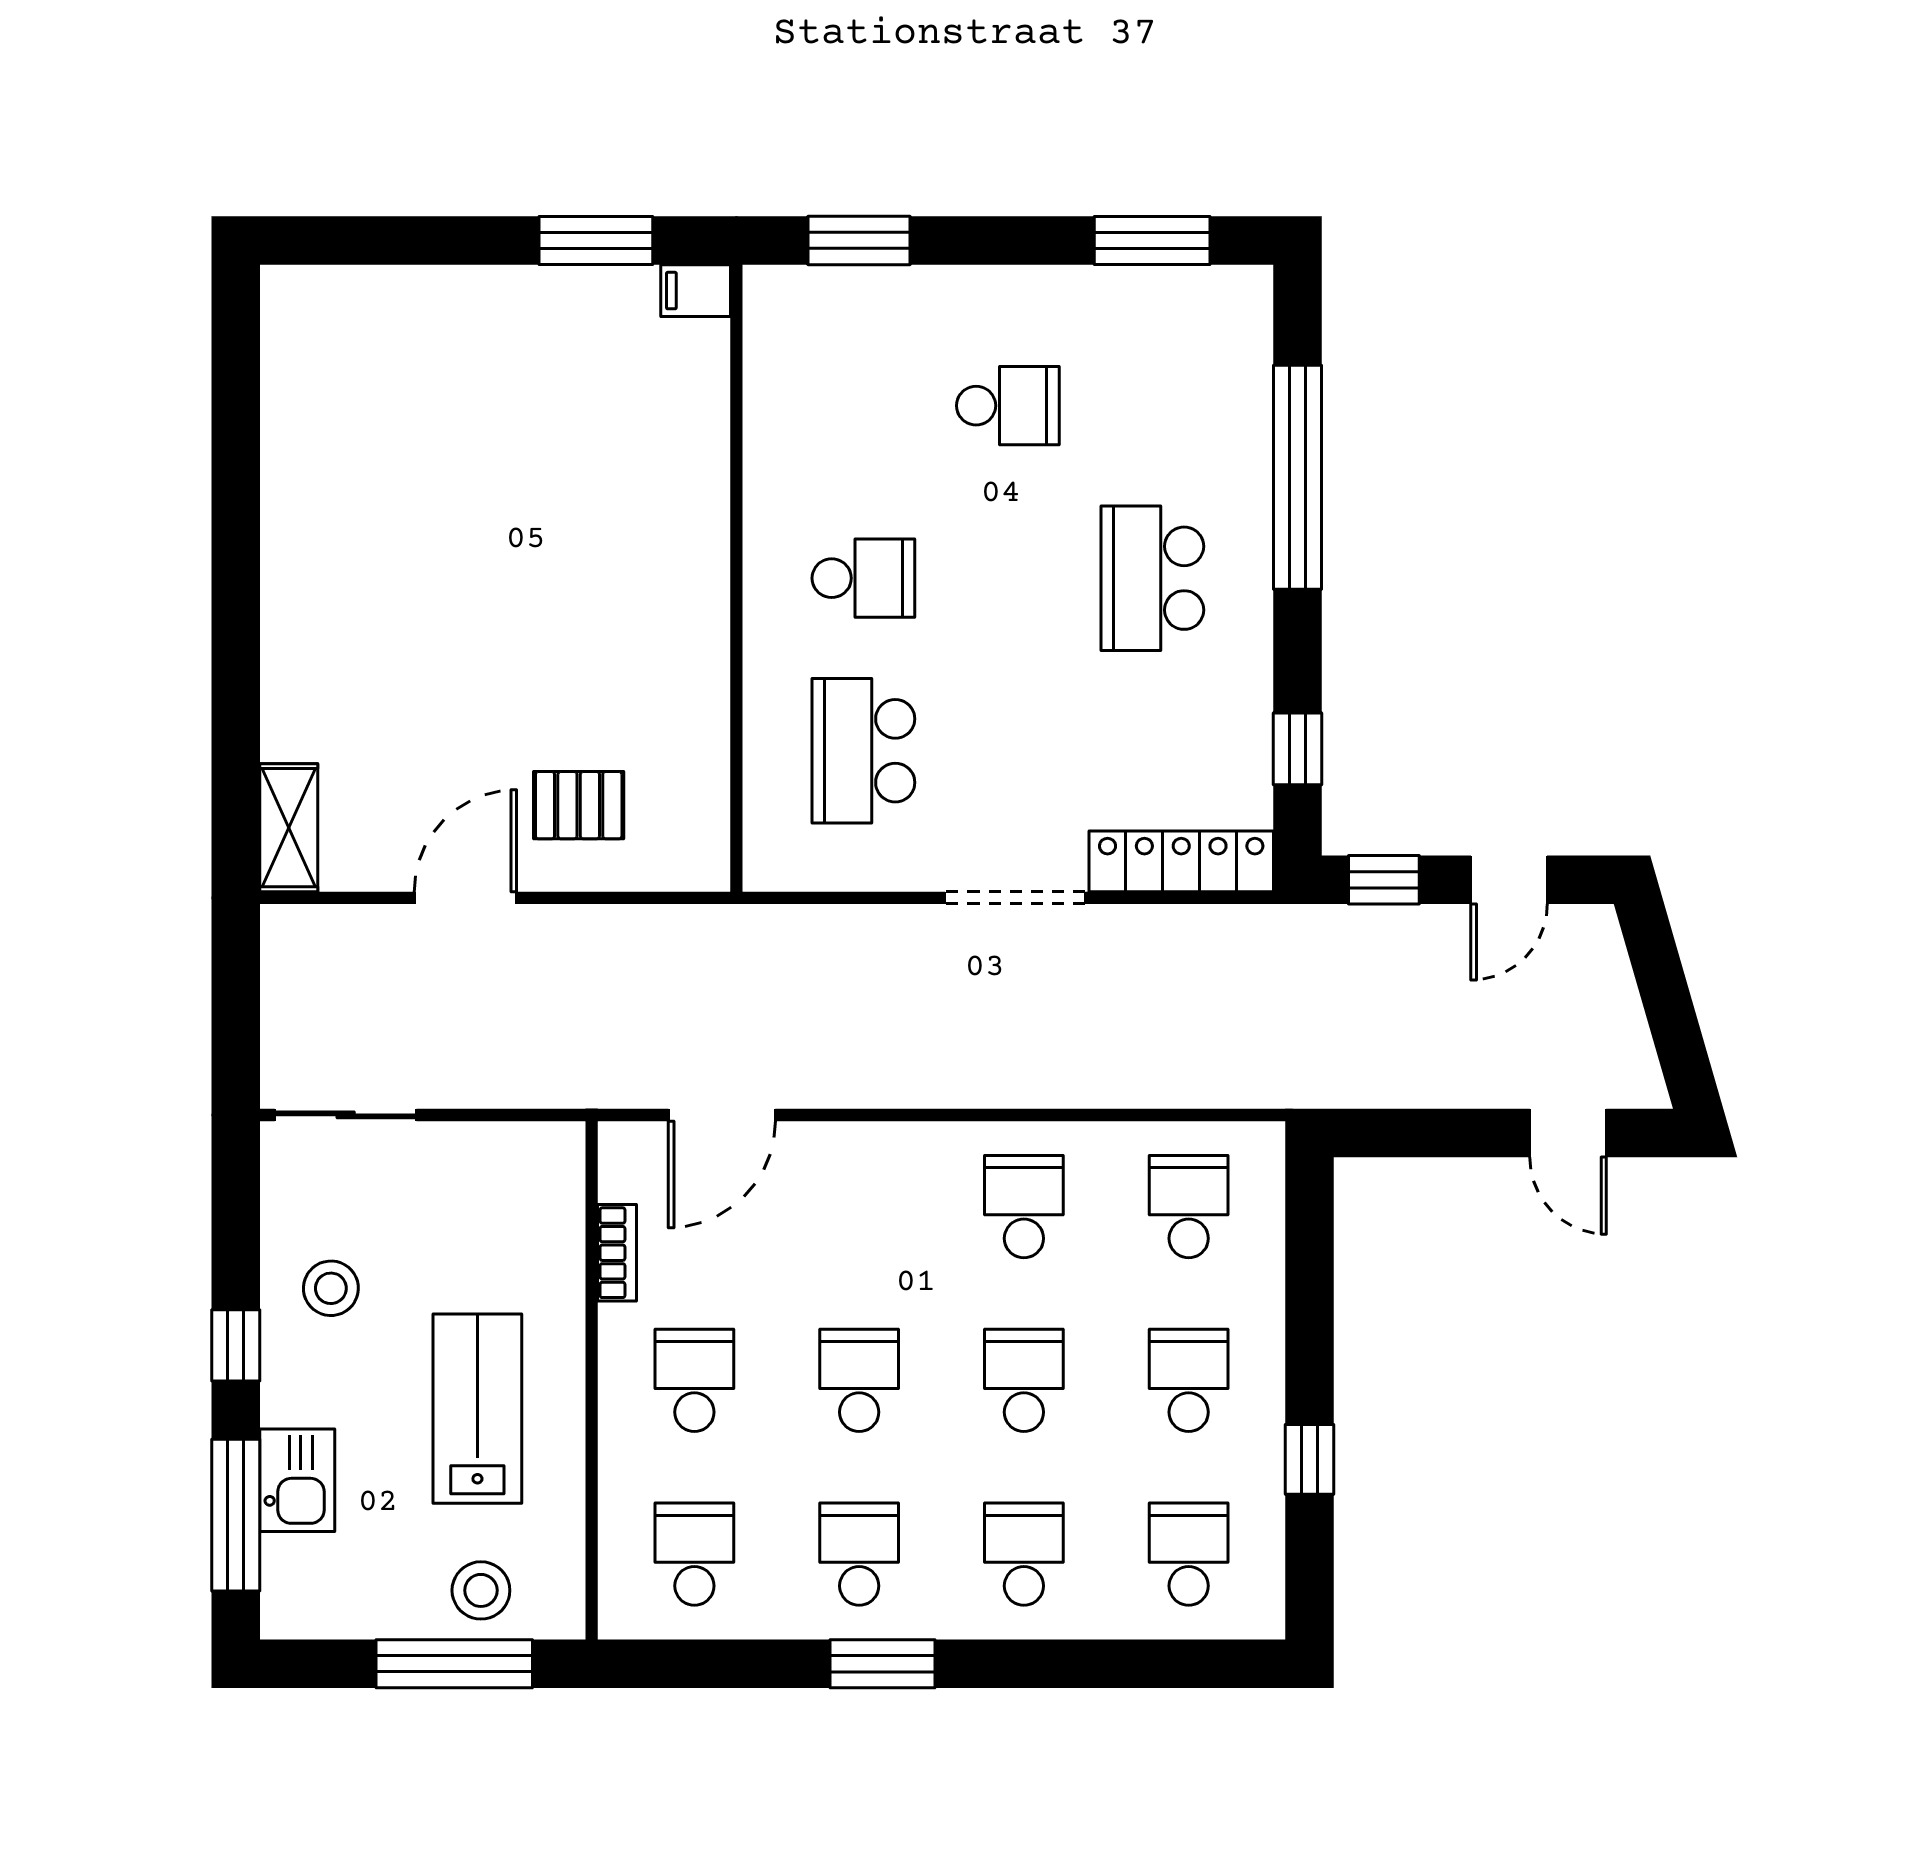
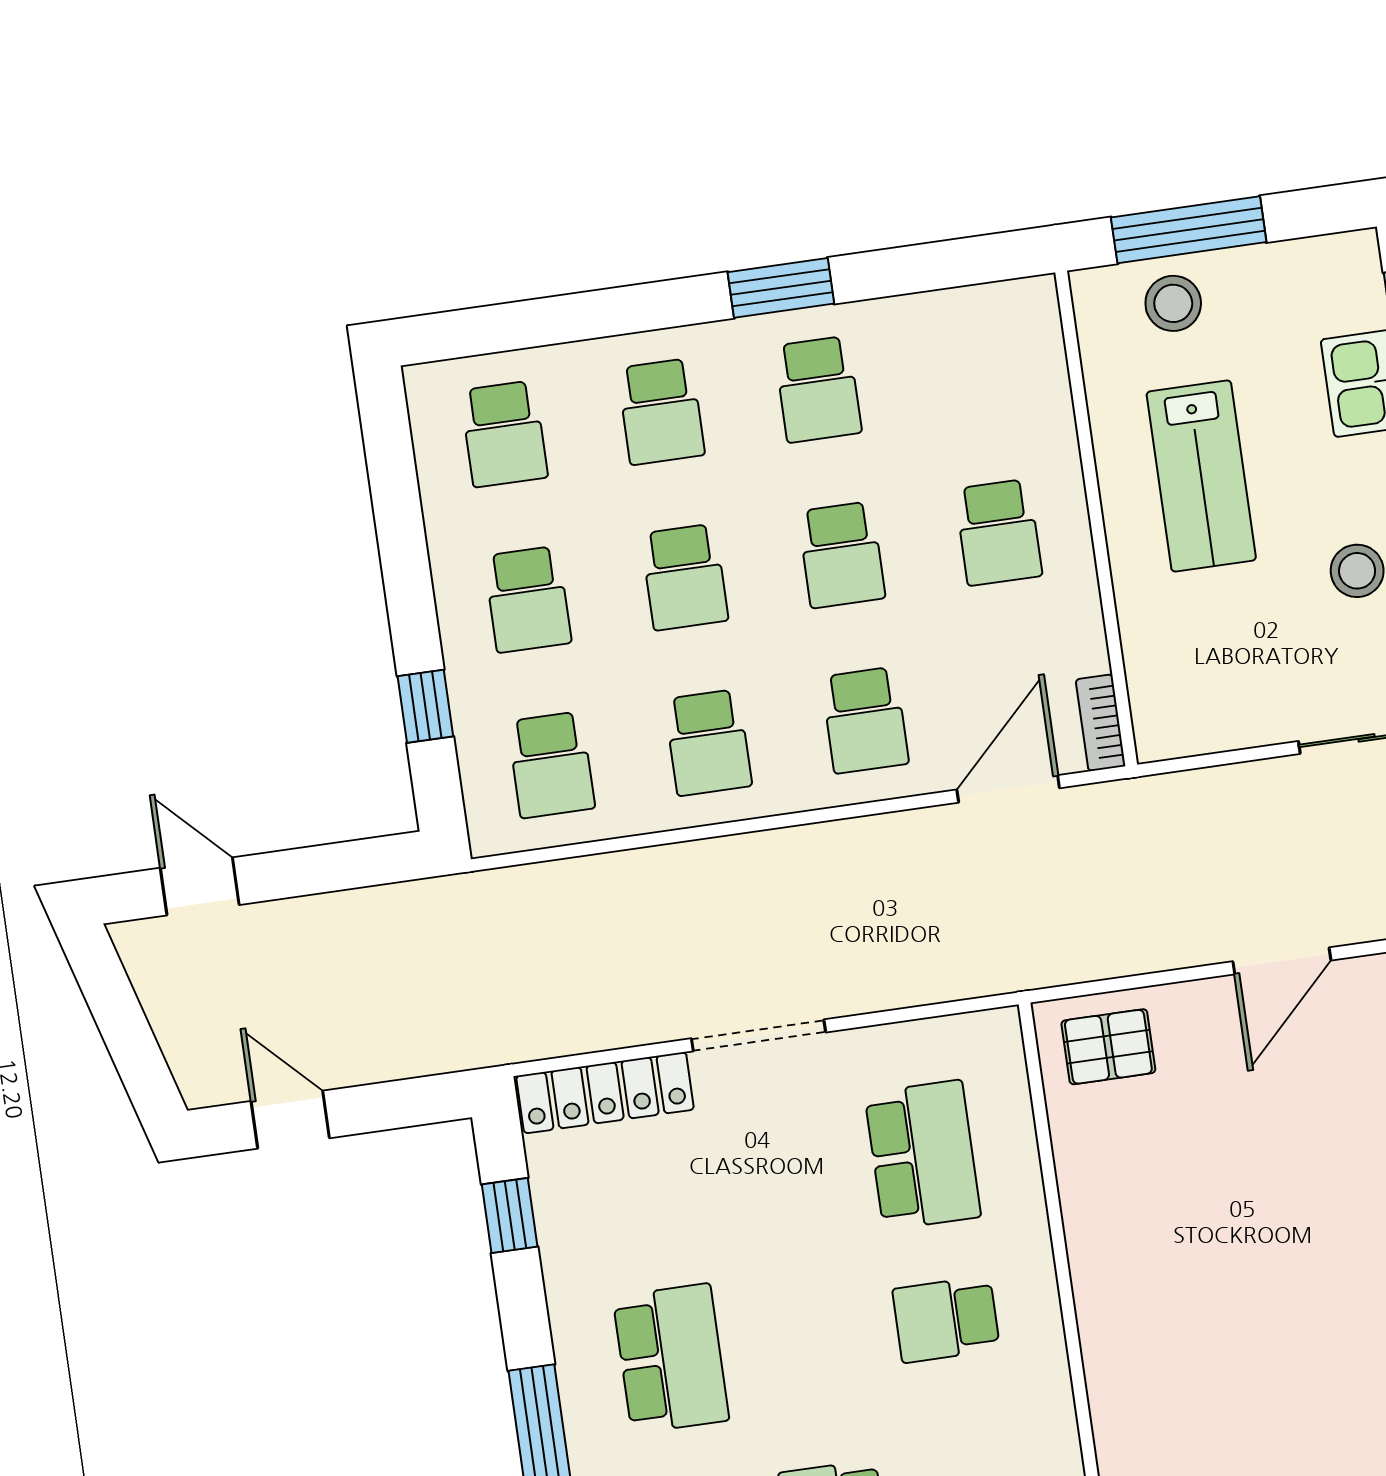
pallet: (579, 805) -> (1108, 1047), moved
window: (1384, 880) -> (410, 1103), removed
door: (1509, 880) -> (290, 1120), hinge flipped
bookcase: (617, 1253) -> (1101, 723), moved
window: (1309, 1459) -> (425, 706), moved
school desk: (694, 1554) -> (865, 720), moved

